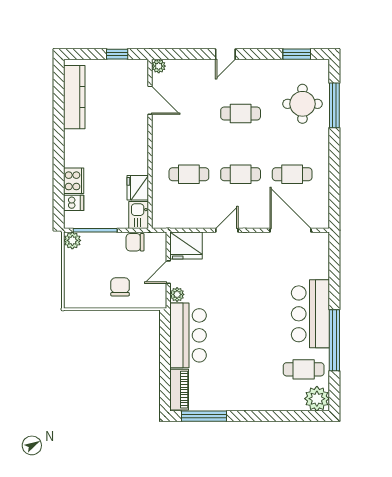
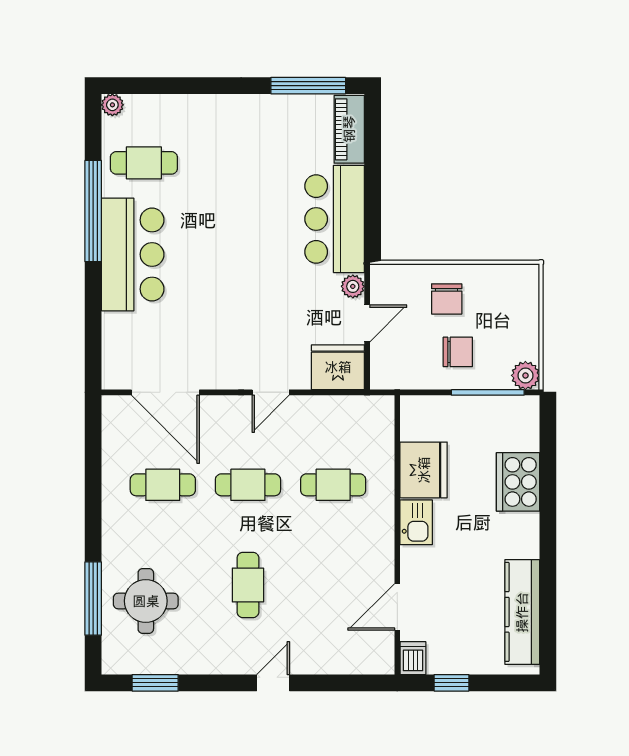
plant: (159, 66) -> (383, 663), removed
door: (150, 100) -> (397, 607), hinge flipped
cafe table: (241, 114) -> (248, 585), turned 90
cooker: (74, 181) -> (518, 482), width x1.37, depth x1.31
fridge: (138, 188) -> (424, 470), width x1.36, depth x1.34
dishwasher: (74, 203) -> (413, 658), moved, turned 90
kitchen sink: (139, 215) -> (416, 522), moved
chair: (135, 242) -> (458, 352), moved
plant: (317, 399) -> (112, 105), width x0.53, depth x0.53

